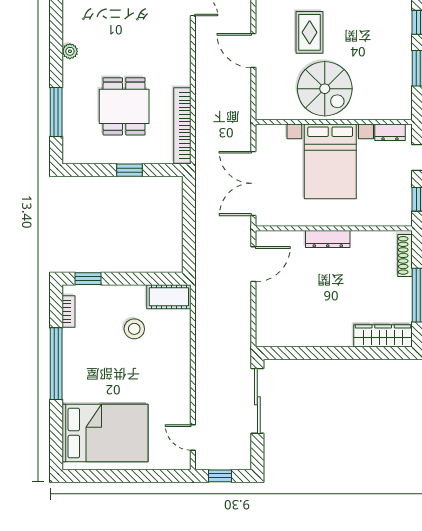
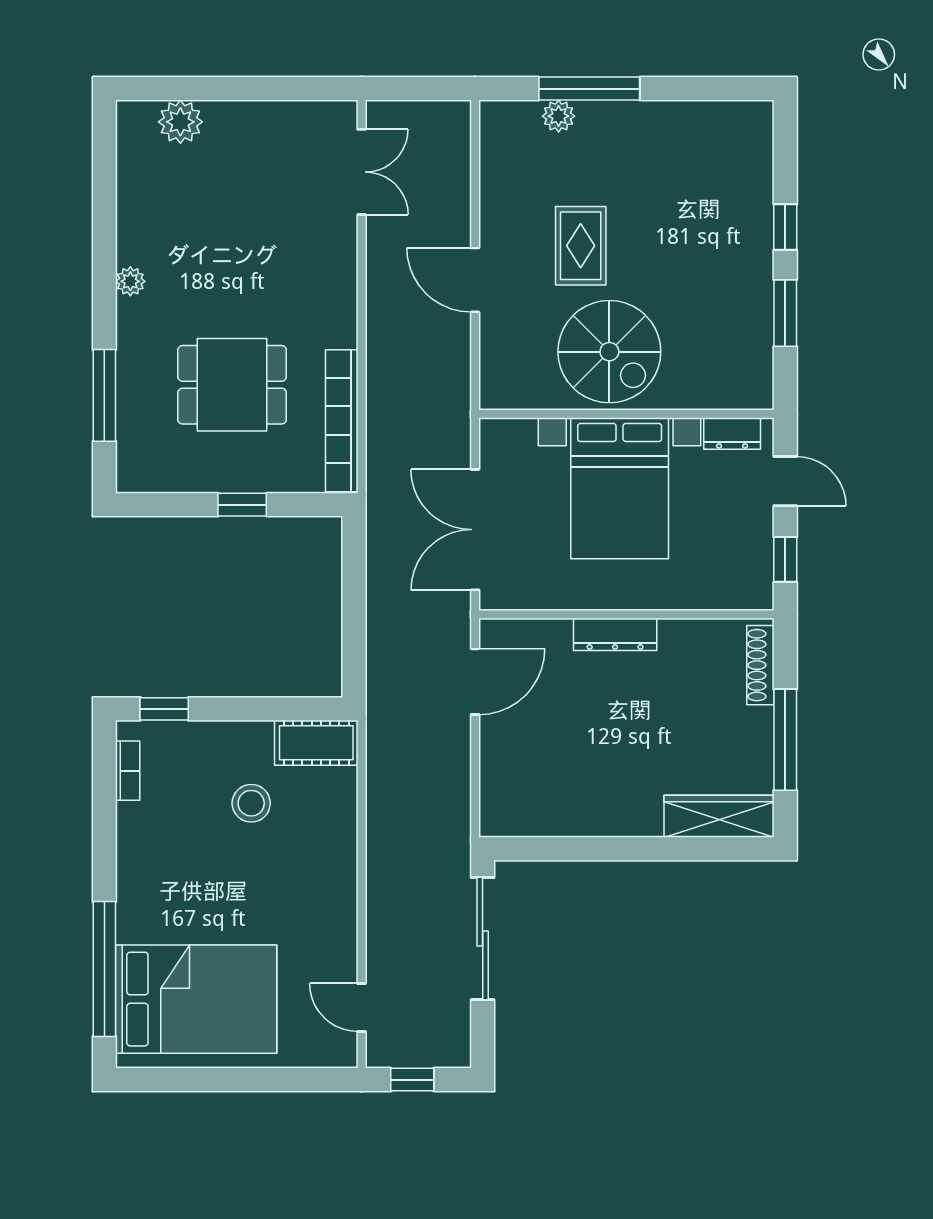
dining table: (124, 106) -> (232, 385), turned 90
window: (56, 364) -> (104, 969), moved

